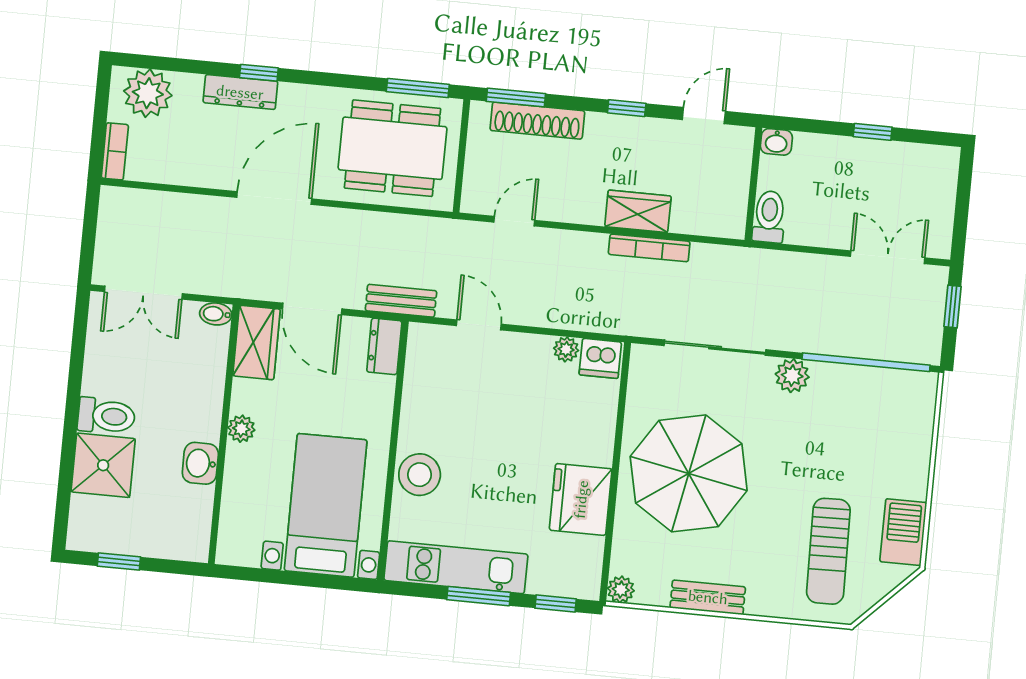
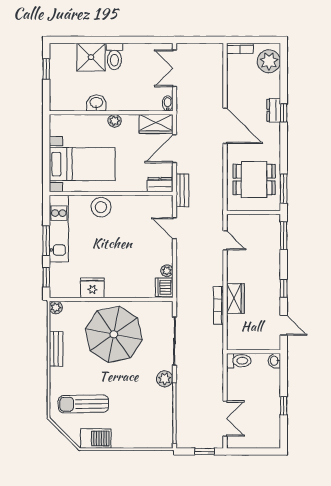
dresser: (240, 92) -> (274, 110), width x0.70
shoe rack: (537, 121) -> (274, 247), removed
dining table: (393, 148) -> (254, 179), width x0.73
door: (479, 325) -> (174, 228), swing flipped
fridge: (581, 499) -> (92, 288), width x0.73, depth x0.75

